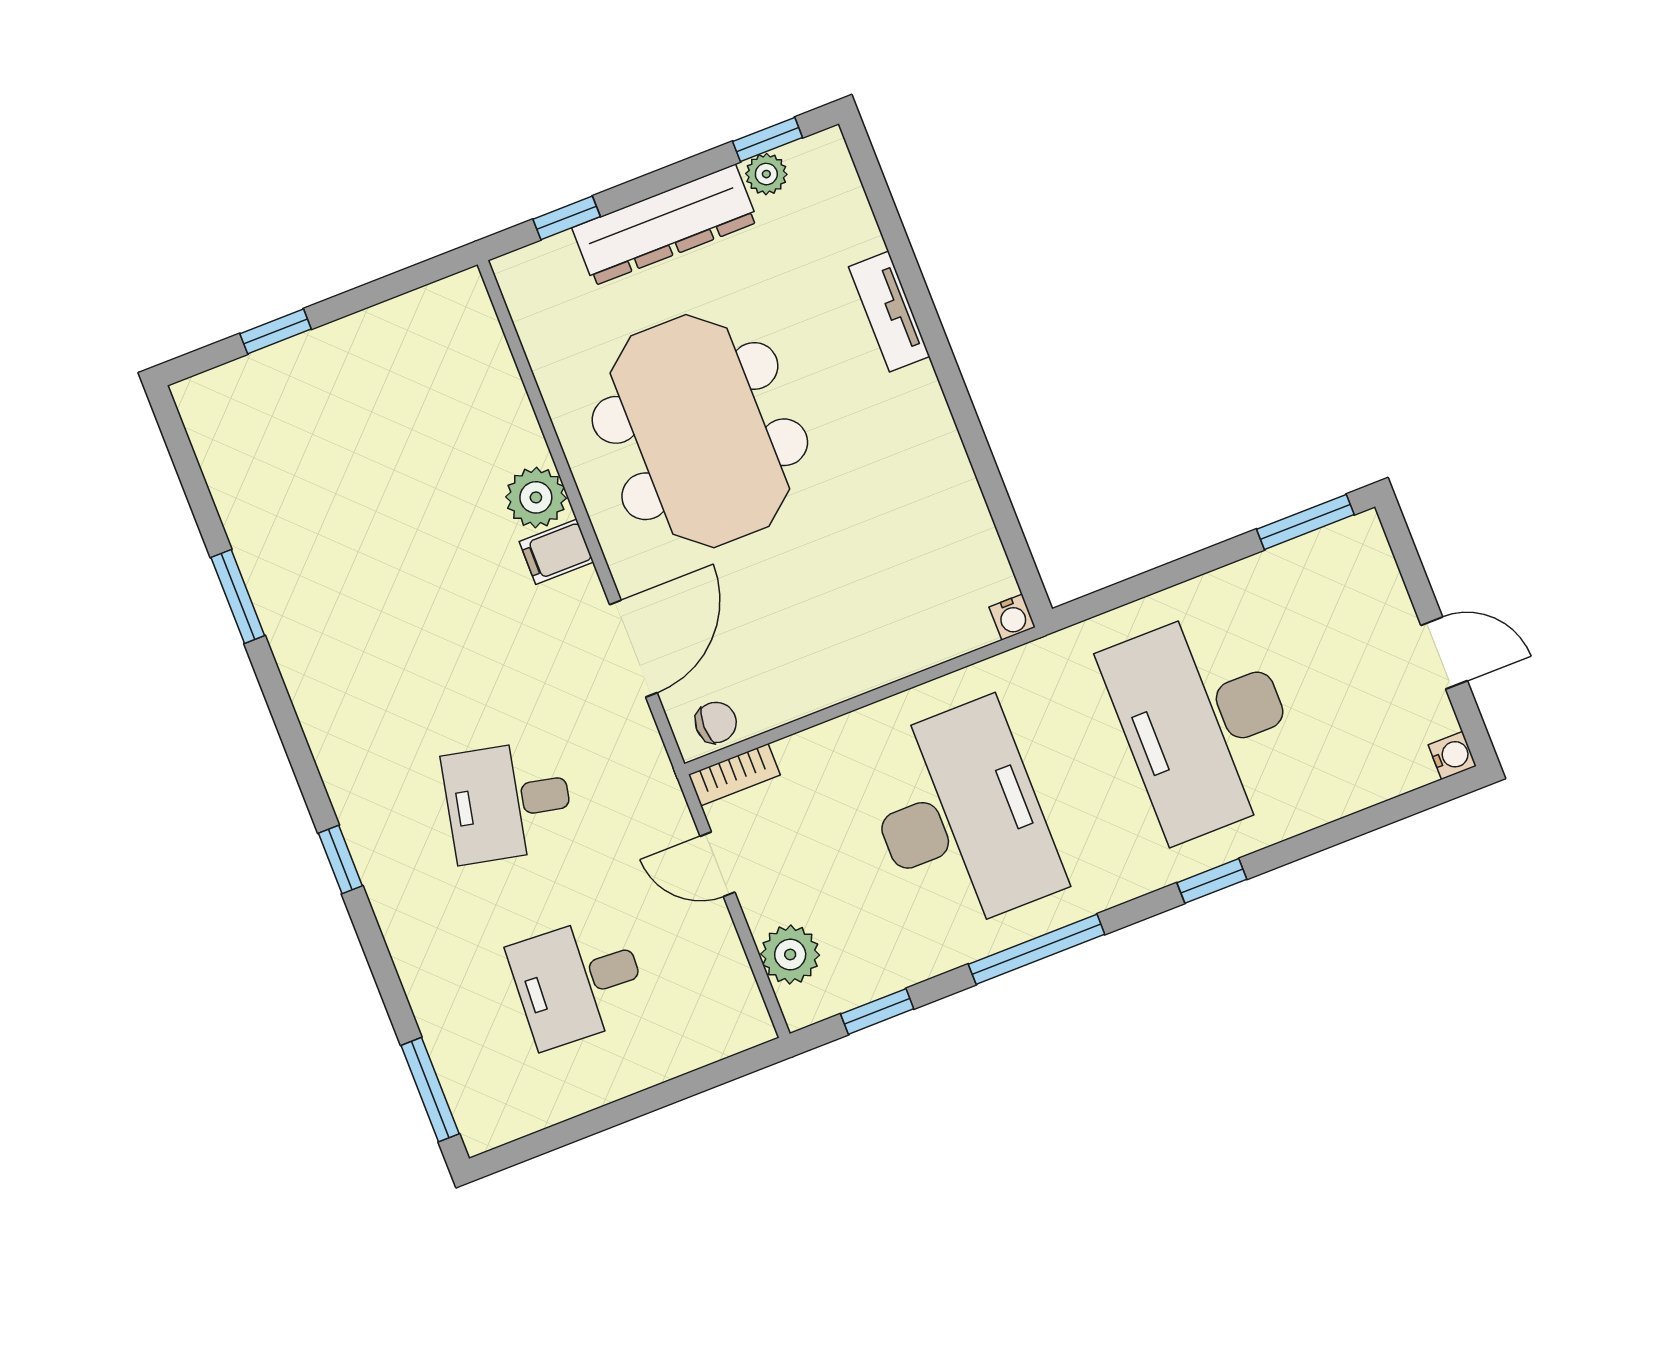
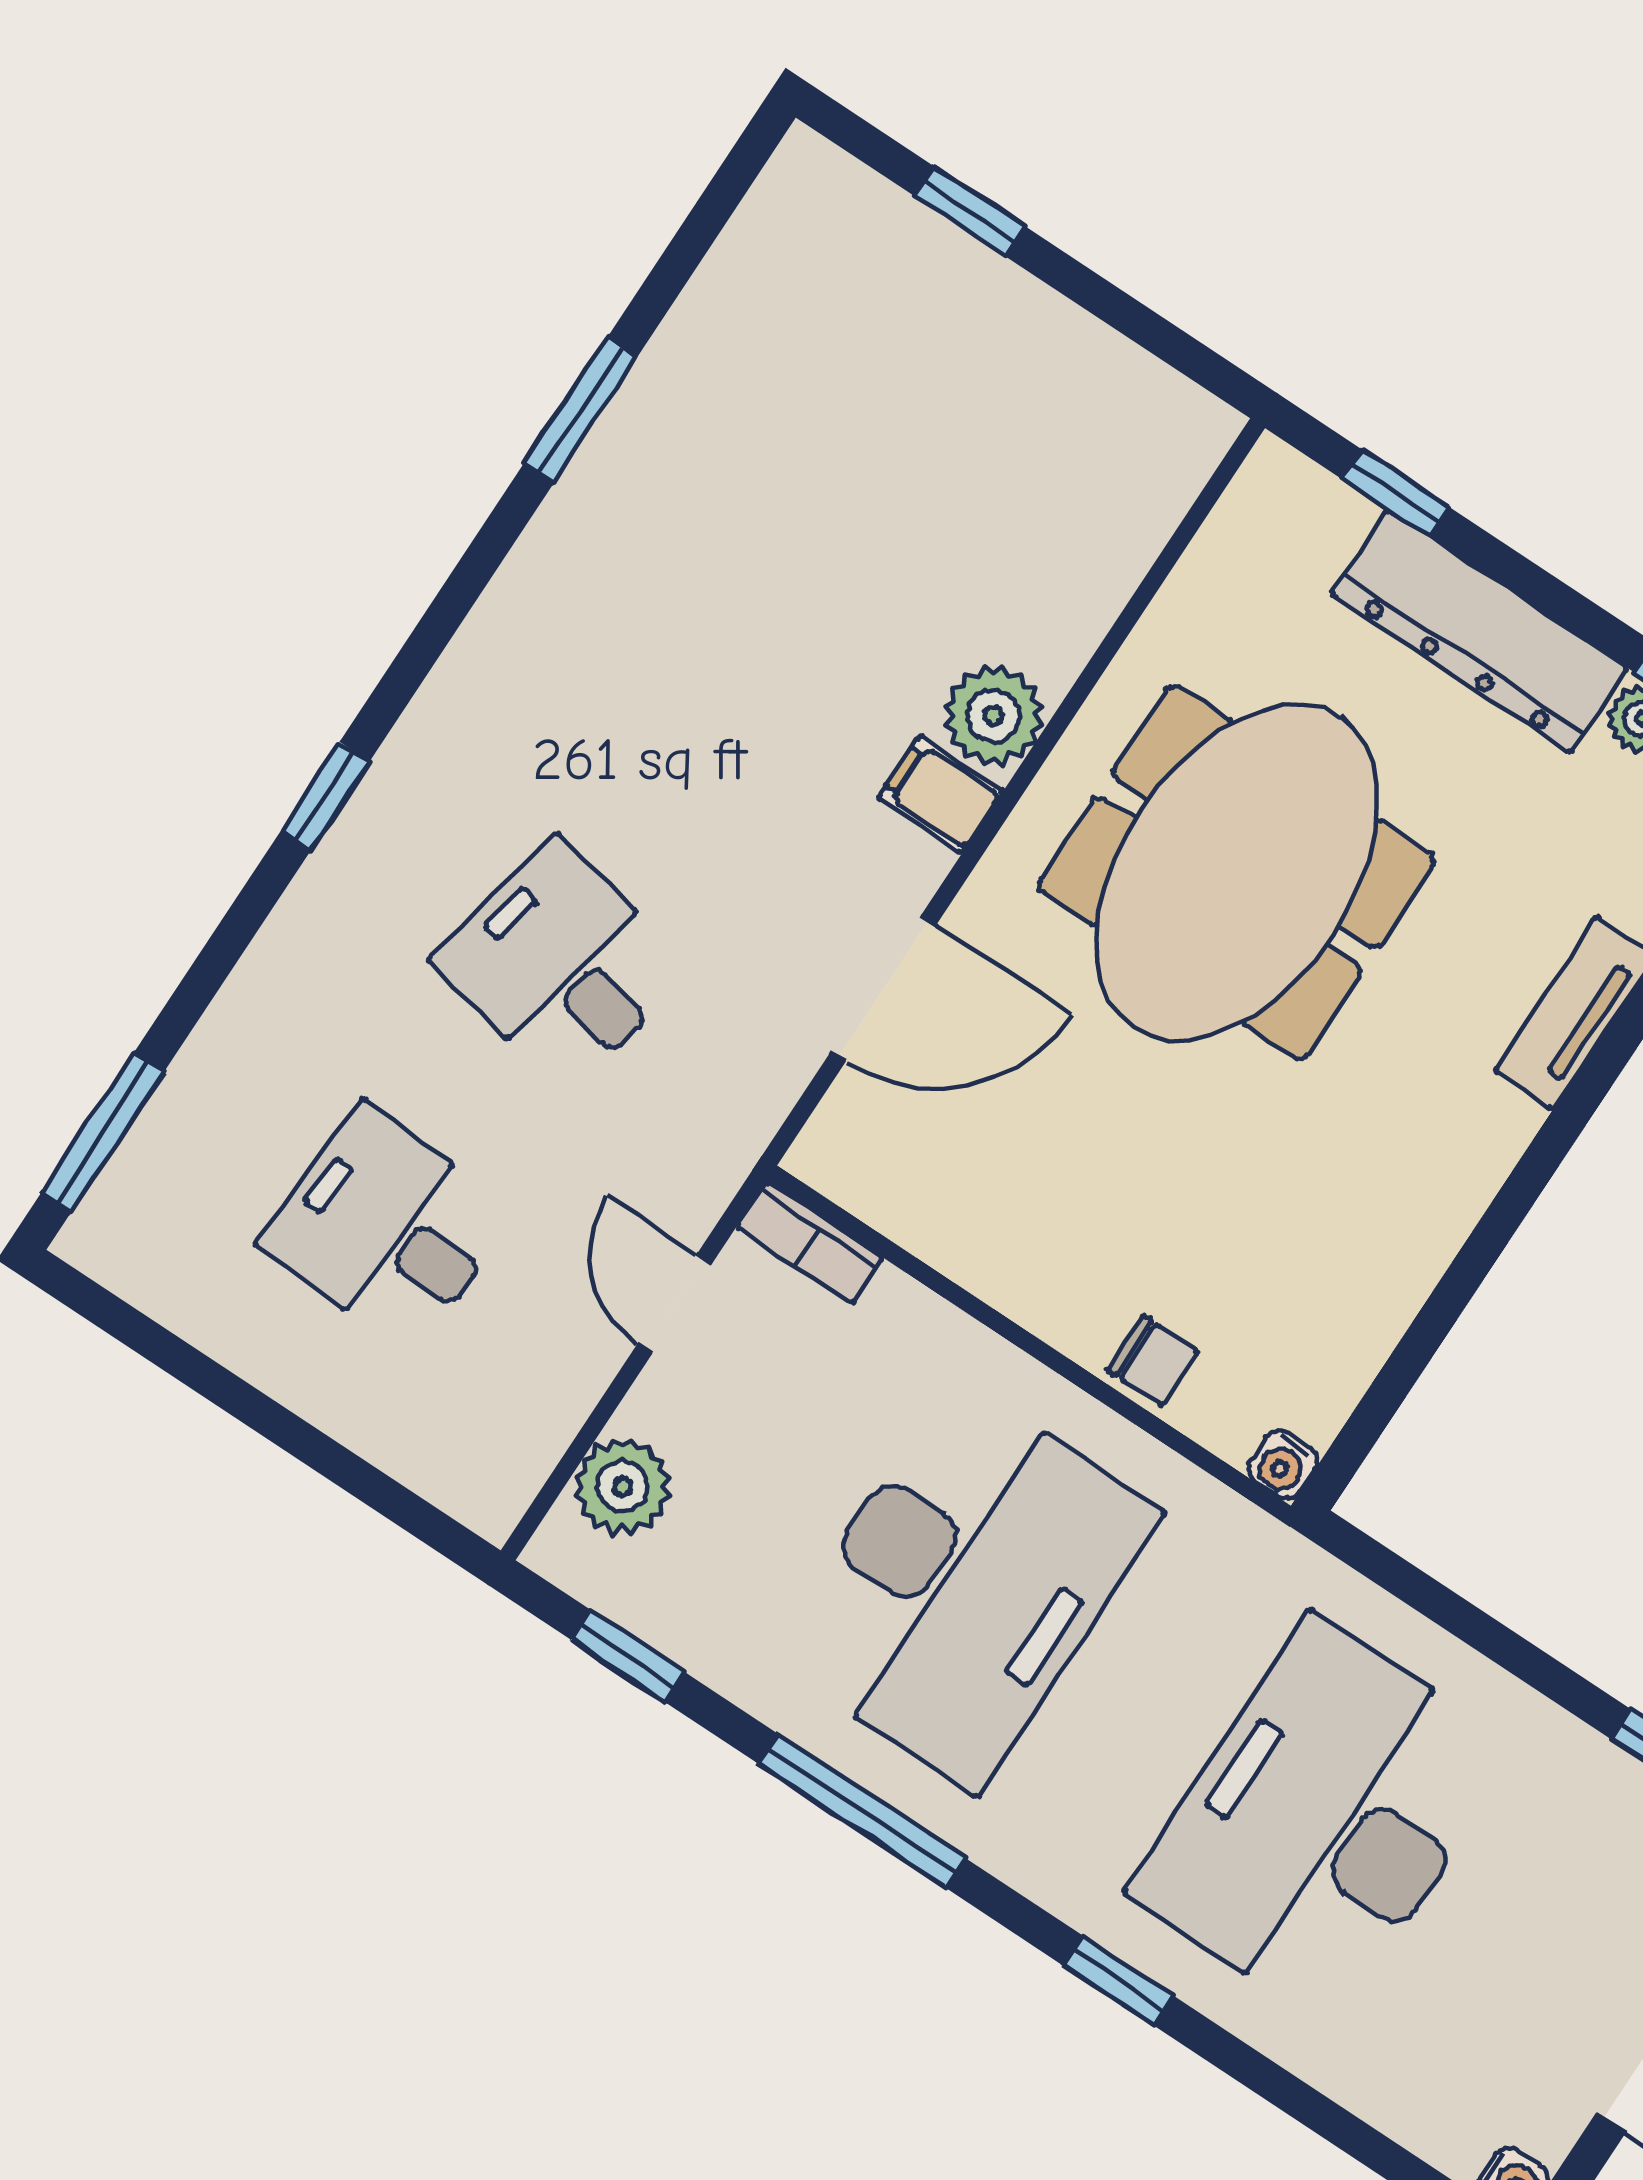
chair: (716, 723) -> (1153, 1361), moved

